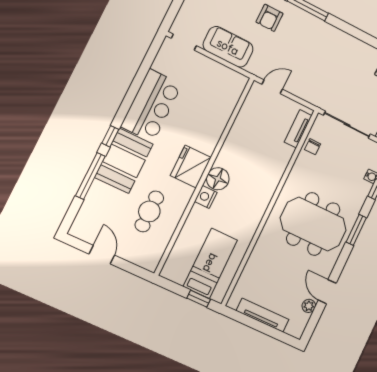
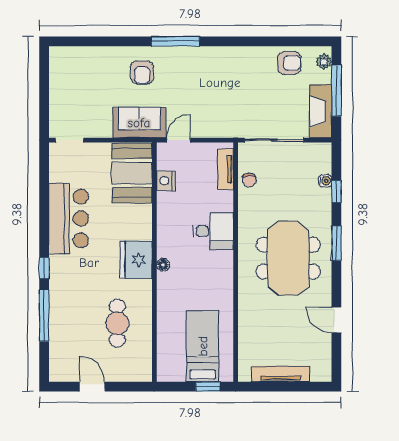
sofa: (228, 47) -> (139, 123), moved
booth: (124, 161) -> (132, 173), moved
desk: (265, 174) -> (213, 231), added
floor lamp: (218, 179) -> (163, 265), width x0.53, depth x0.53
nightstand: (206, 197) -> (166, 181), moved
meeting table: (313, 224) -> (288, 258), turned 90
plant: (309, 306) -> (324, 343), removed

